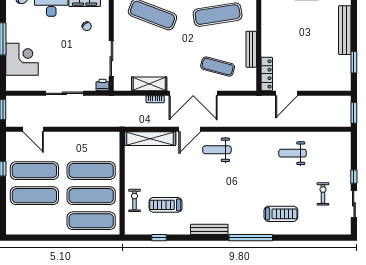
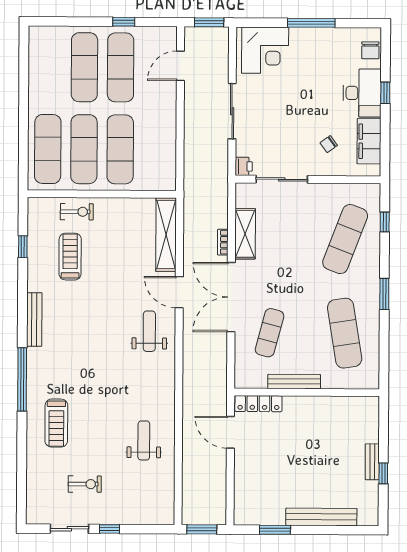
corner desk: (22, 59) -> (265, 50), moved

